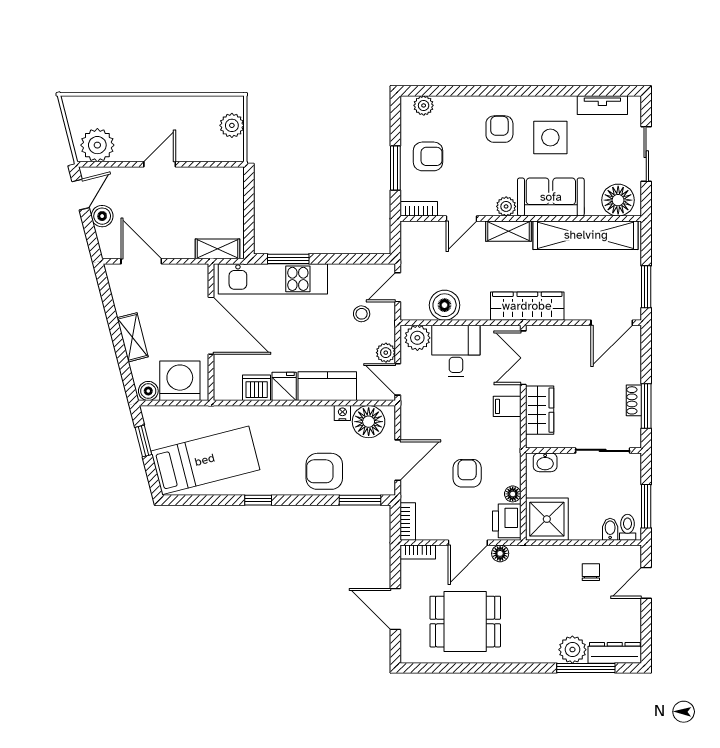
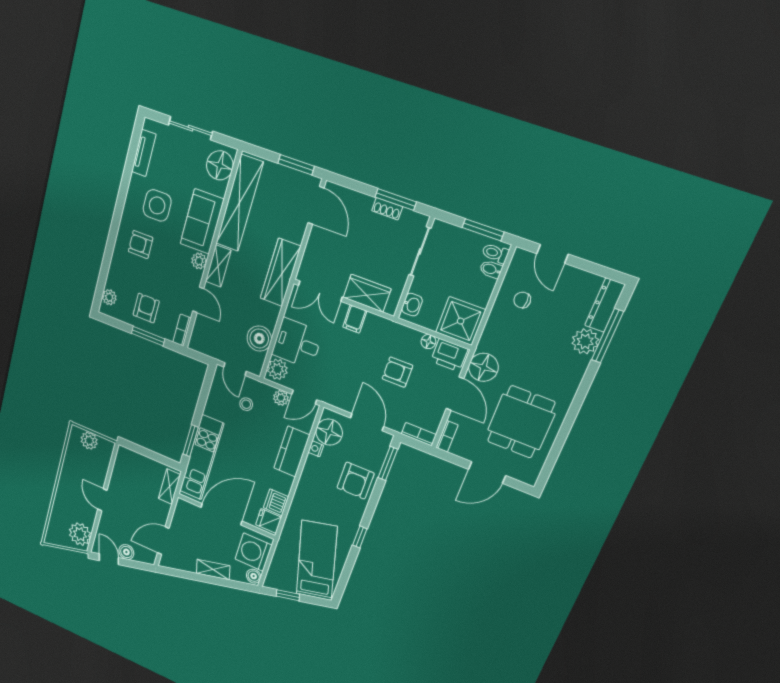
fridge: (284, 386) -> (269, 521), moved
floor lamp: (500, 553) -> (483, 367), width x1.89, depth x1.89

